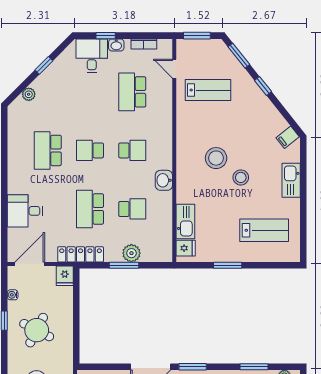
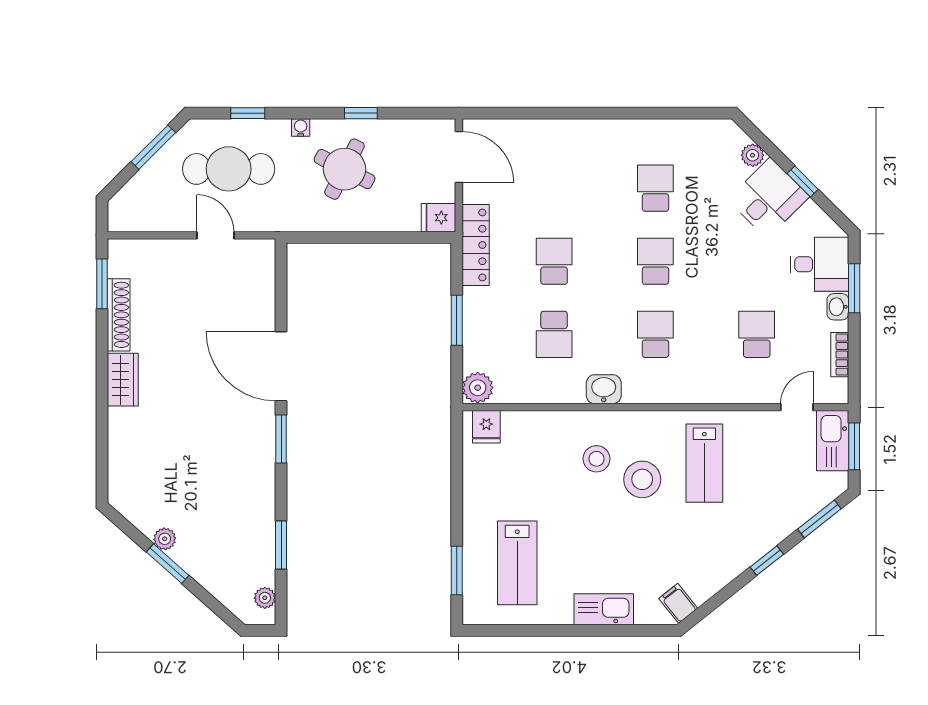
window: (106, 36) -> (854, 288), width x1.50
lab bench: (208, 90) -> (704, 463), moved
school desk: (132, 92) -> (757, 334), width x0.54
school desk: (48, 150) -> (655, 188), width x0.54
school desk: (132, 150) -> (655, 334), turned 180
stool: (241, 177) -> (596, 459), moved
school desk: (90, 209) -> (554, 261), width x0.54
desk: (25, 211) -> (769, 198), moved, turned 45
kitchen sink: (185, 221) -> (833, 441), moved, turned 90
plant: (131, 253) -> (478, 388), moved
window: (228, 265) -> (457, 571), moved
water cooler: (13, 295) -> (301, 127), moved

